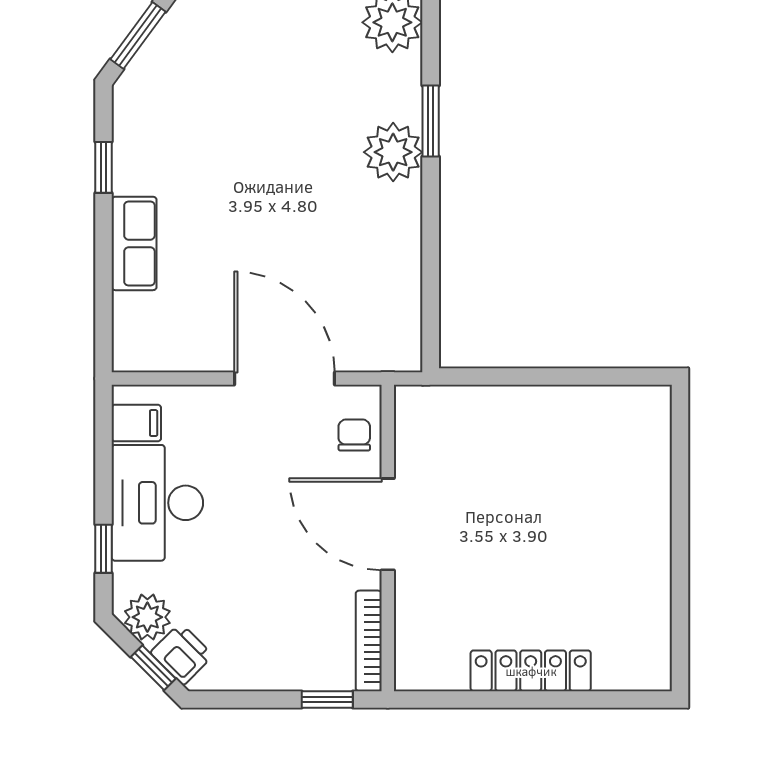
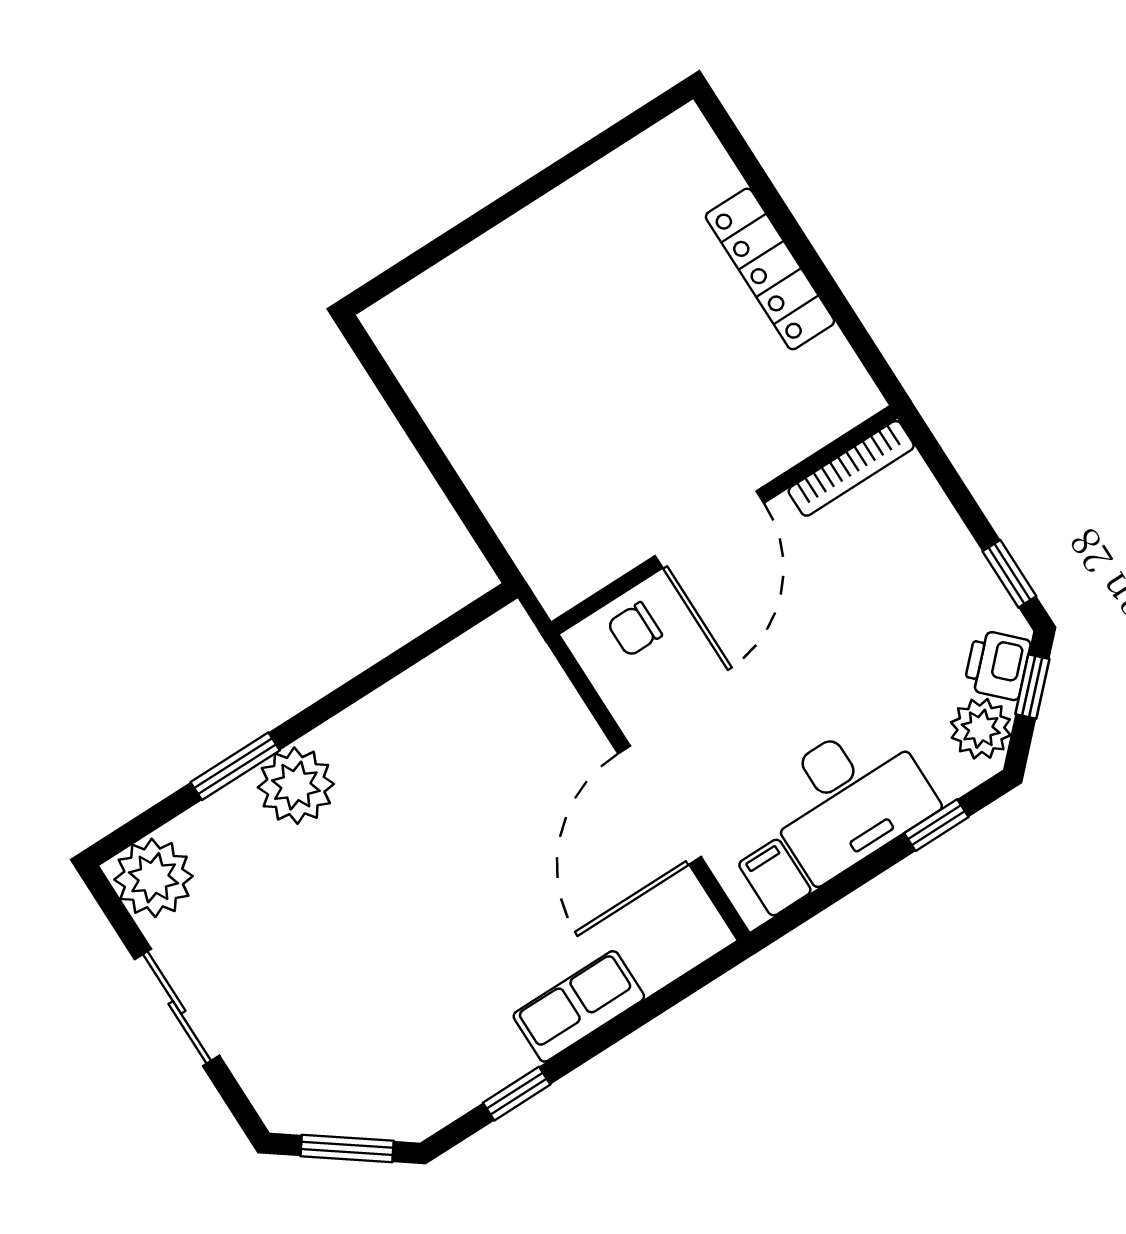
door: (284, 379) -> (660, 805), moved
window: (327, 699) -> (1009, 574), moved

